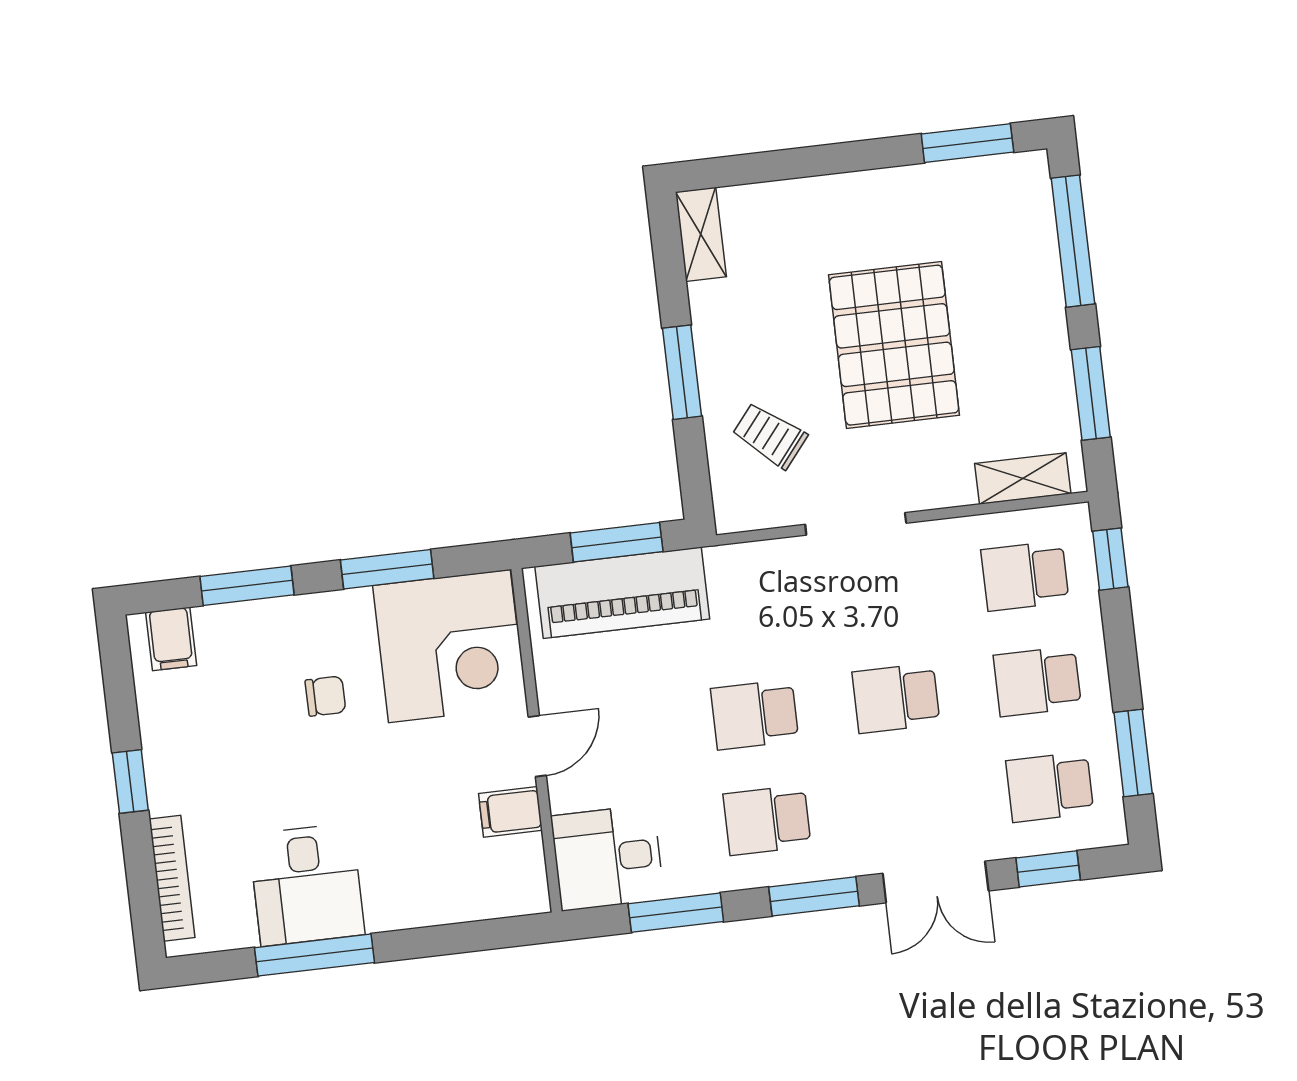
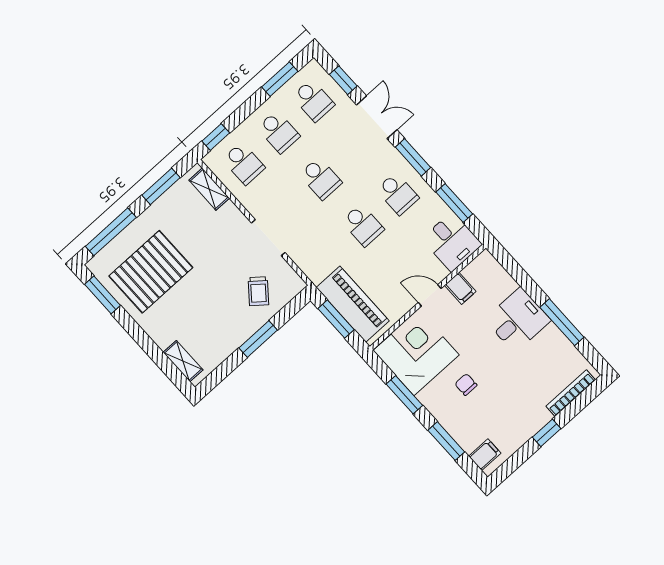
shelving: (701, 234) -> (183, 361), moved, turned 90
pallet: (894, 345) -> (151, 272), moved
desk: (307, 885) -> (518, 320), moved

